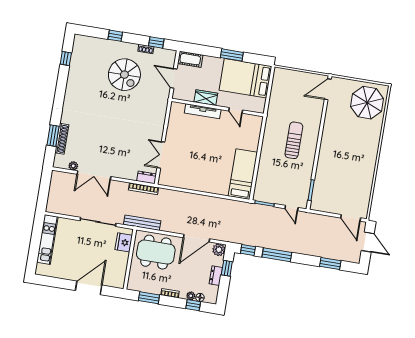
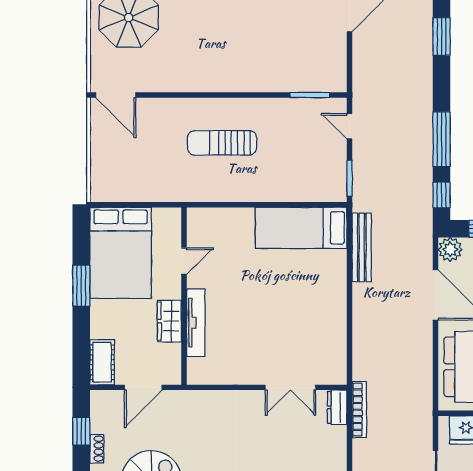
door: (291, 208) -> (350, 126), swing flipped
bench: (142, 223) -> (362, 247), moved

